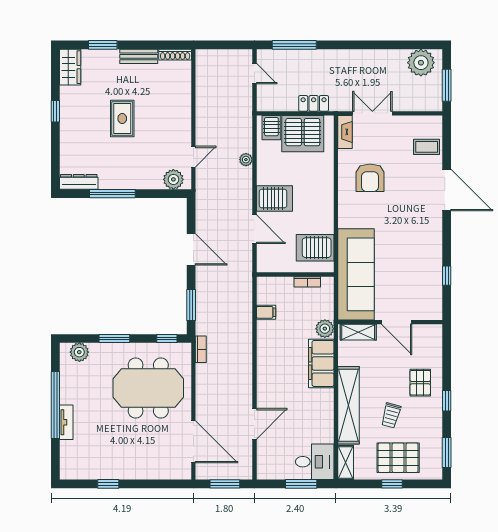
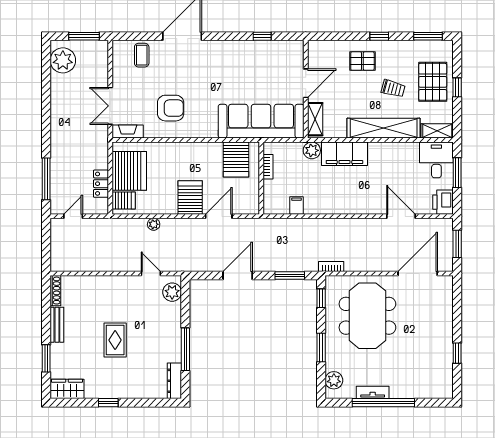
locker: (314, 103) -> (101, 184), moved
rug: (122, 118) -> (115, 340), turned 90
tv unit: (66, 422) -> (373, 392), moved
printer: (270, 469) -> (443, 202), added

